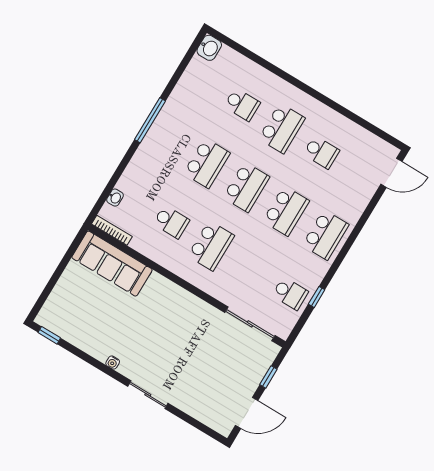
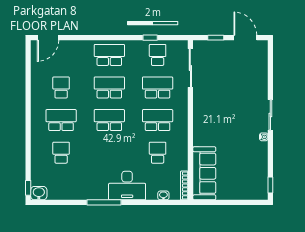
window: (223, 39) -> (28, 188), added
desk: (154, 161) -> (127, 186), added
school desk: (207, 163) -> (158, 88), moved
door: (391, 173) -> (48, 38), swing flipped
sliding door: (148, 395) -> (270, 115), moved

